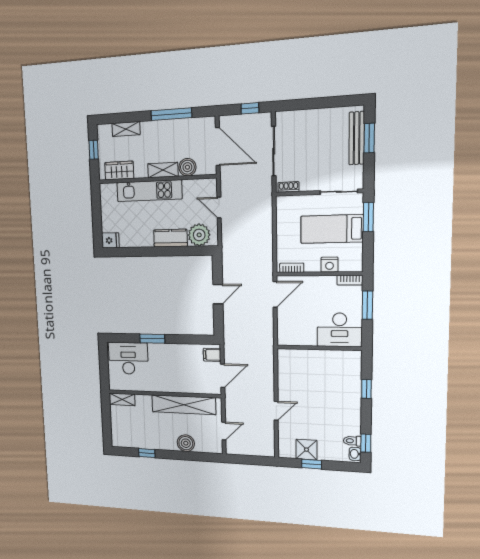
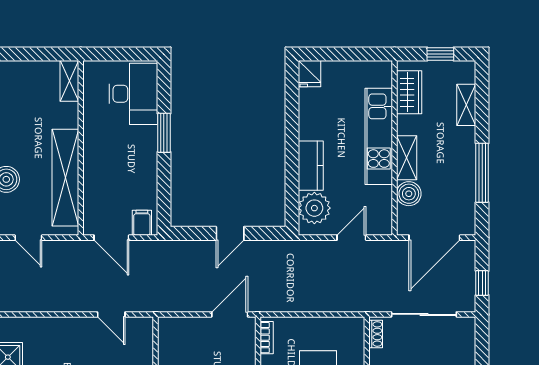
door: (218, 294) -> (230, 233), hinge flipped
door: (275, 294) -> (230, 314), swing flipped
door: (276, 411) -> (111, 314), moved

